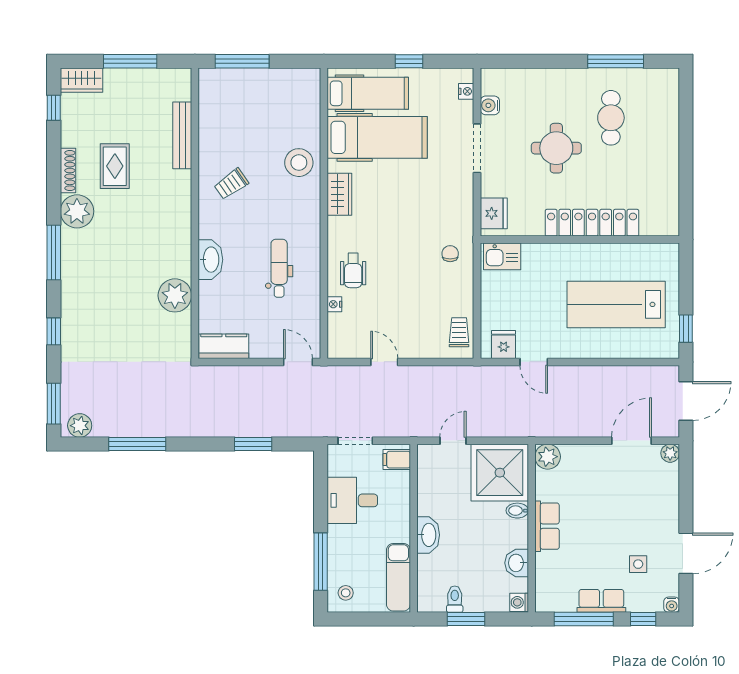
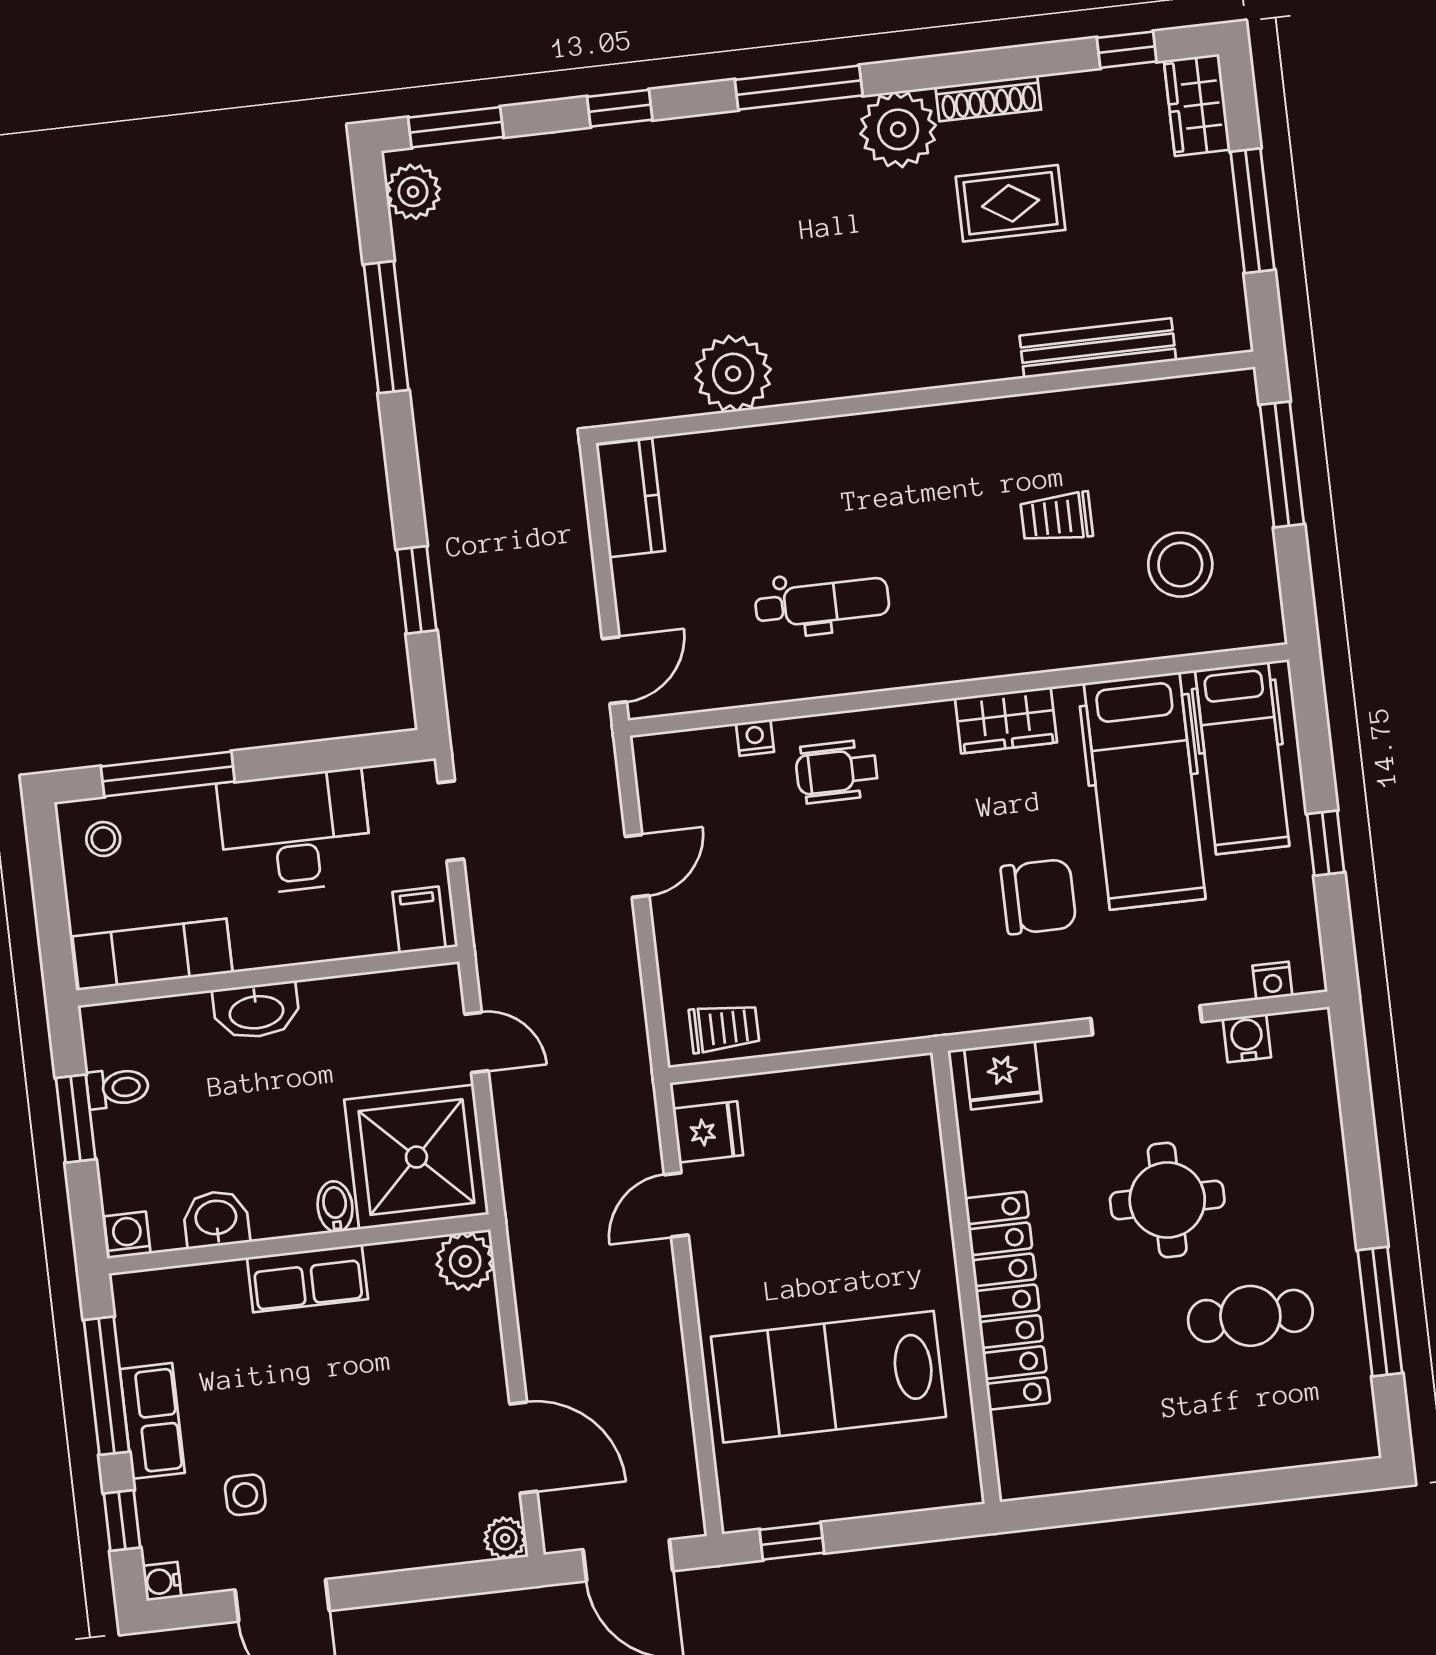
stool: (299, 163) -> (1180, 565), moved
trolley: (231, 184) -> (1057, 517), moved, turned -55
chair: (450, 254) -> (1038, 897), moved, width x1.87, depth x1.87
kitchen sink: (502, 256) -> (908, 1106), removed
washbasin: (210, 260) -> (824, 445), removed
lab bench: (616, 304) -> (828, 1377), turned -90
desk: (352, 500) -> (295, 832), width x1.37

